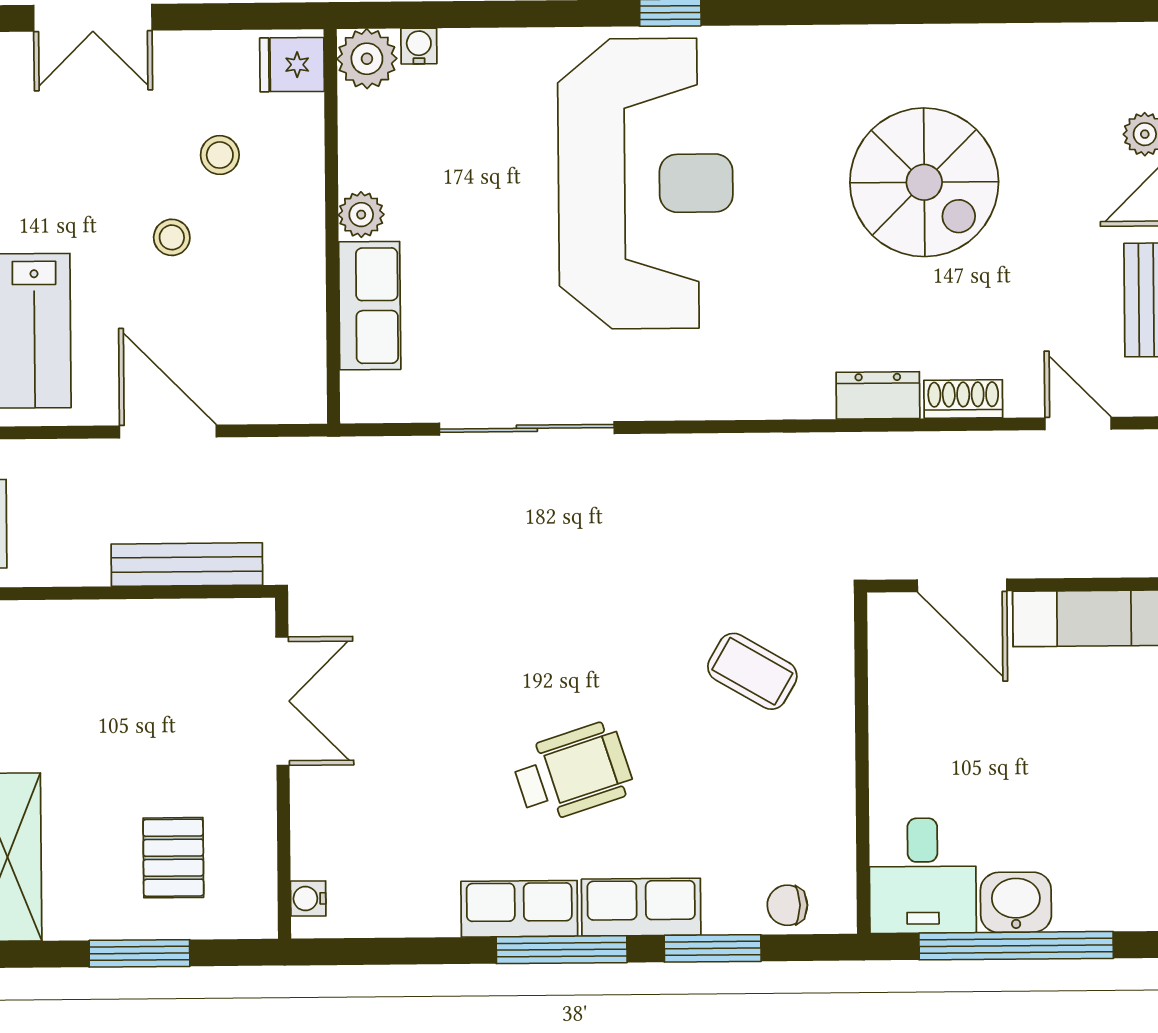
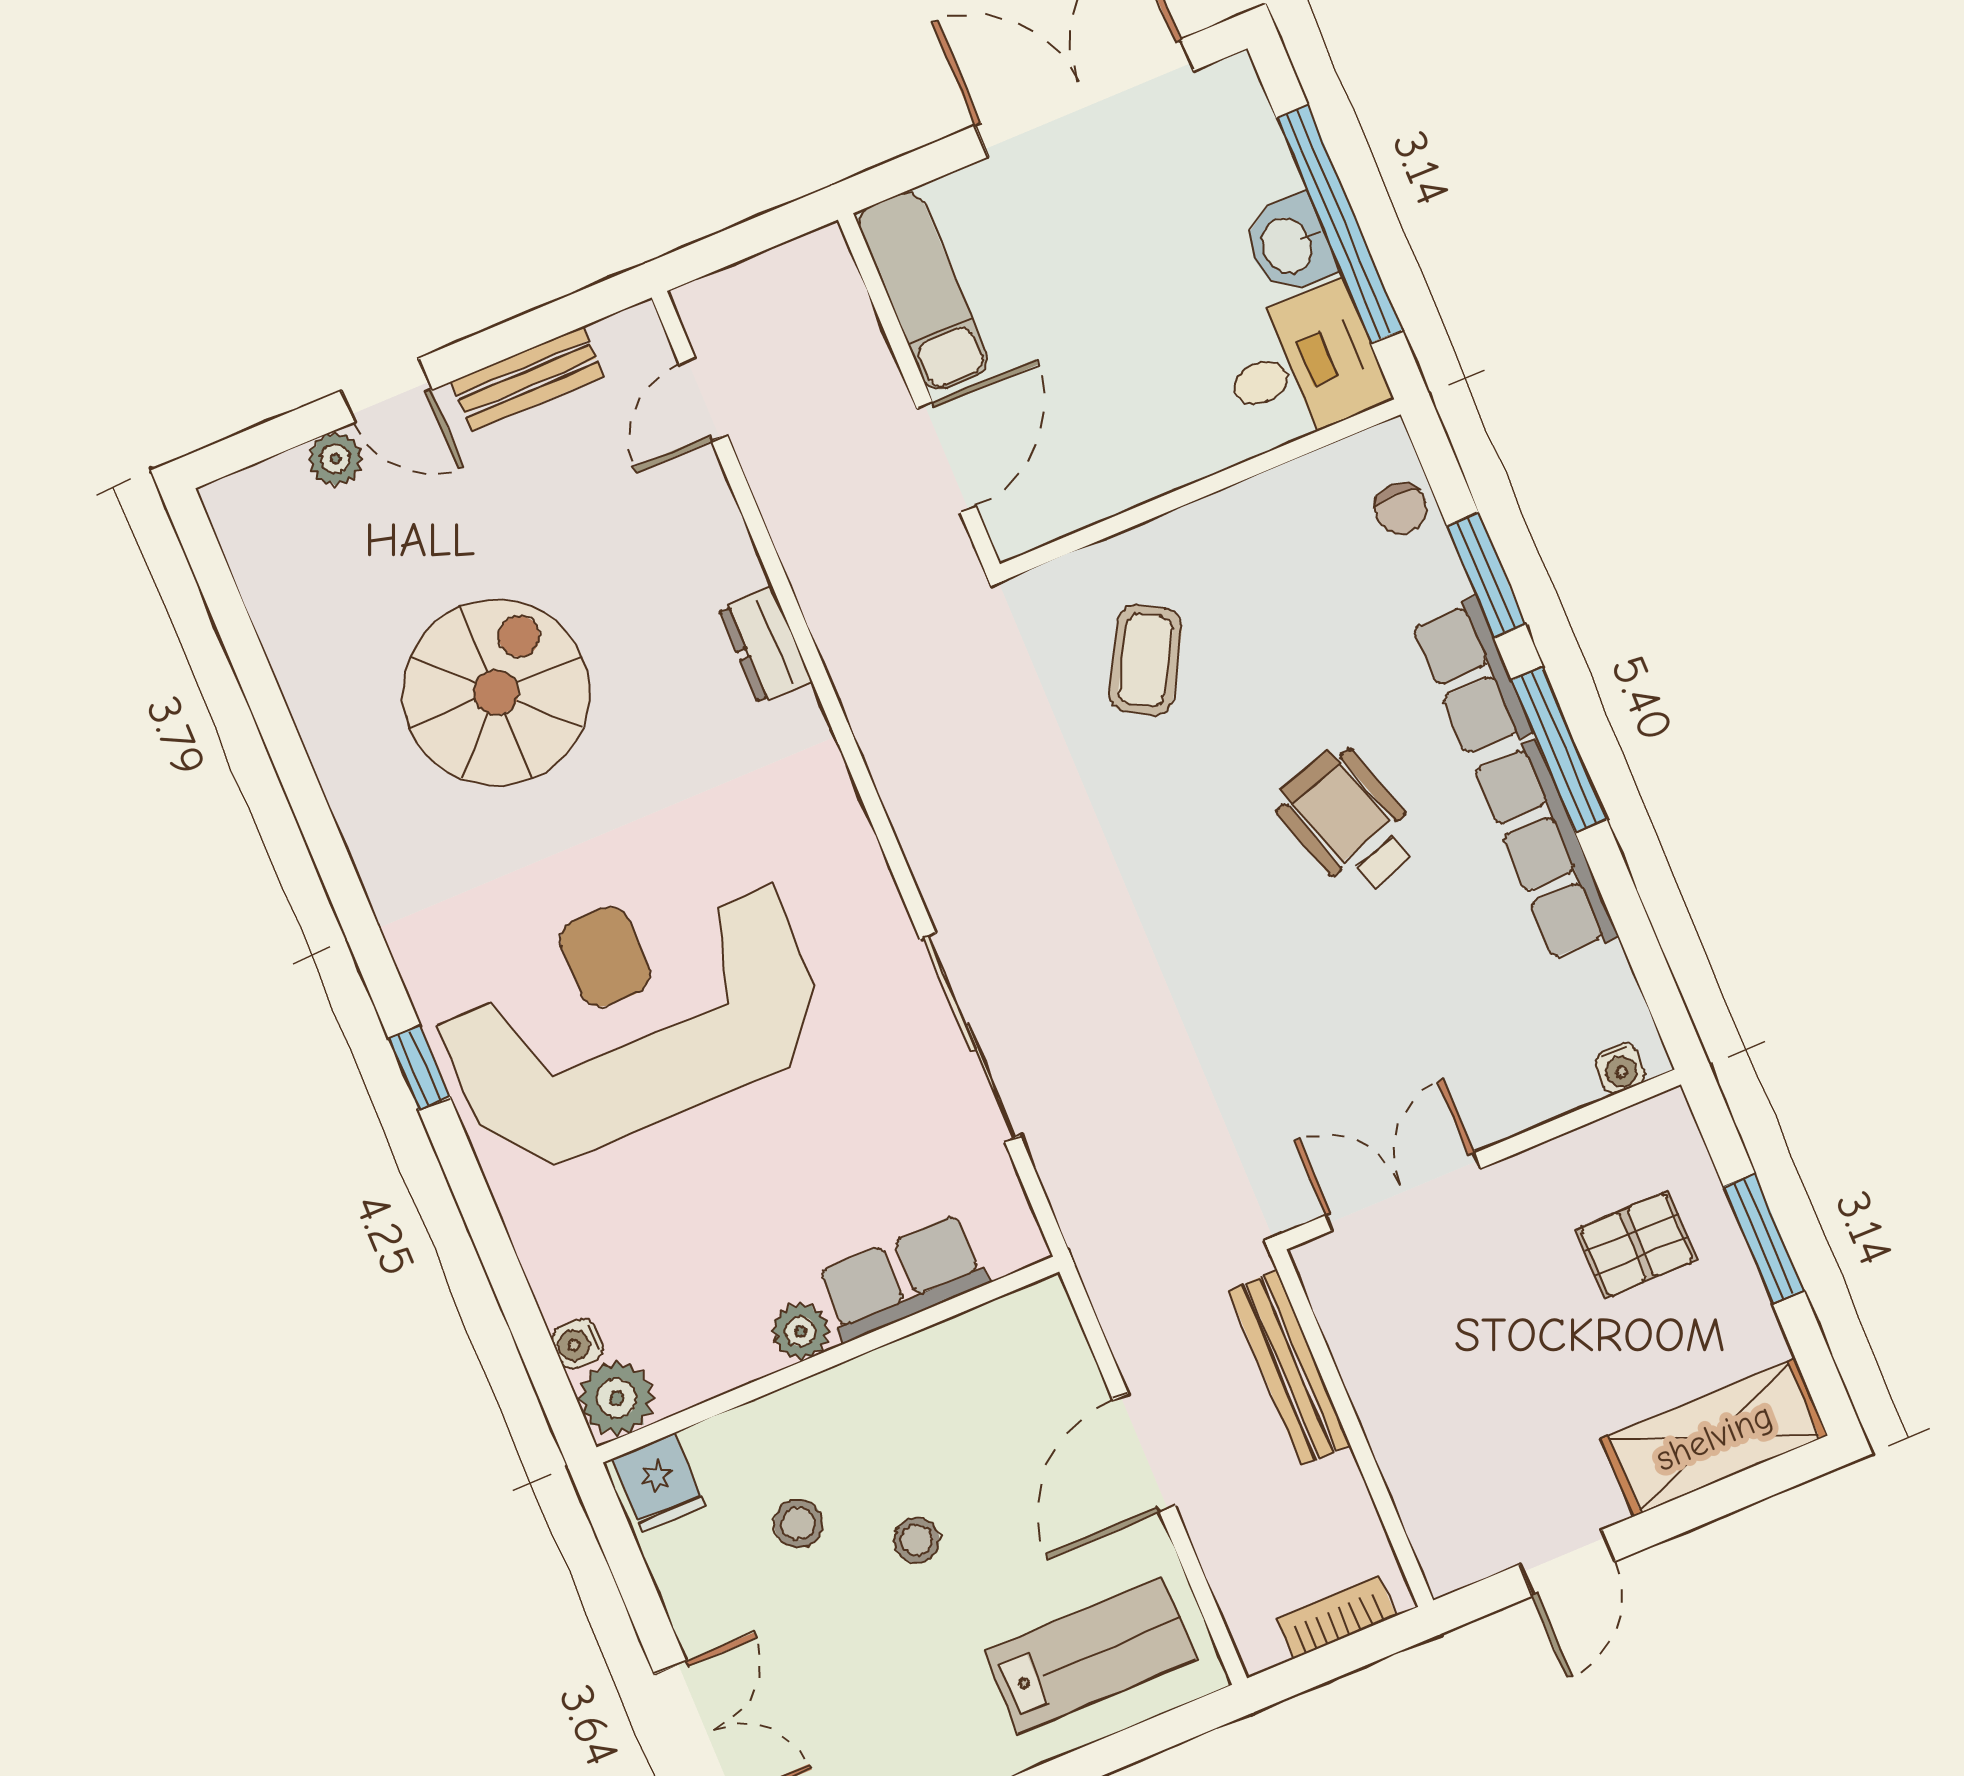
shoe rack: (963, 399) -> (729, 544), removed
row of seats: (519, 909) -> (1545, 851), width x1.48

